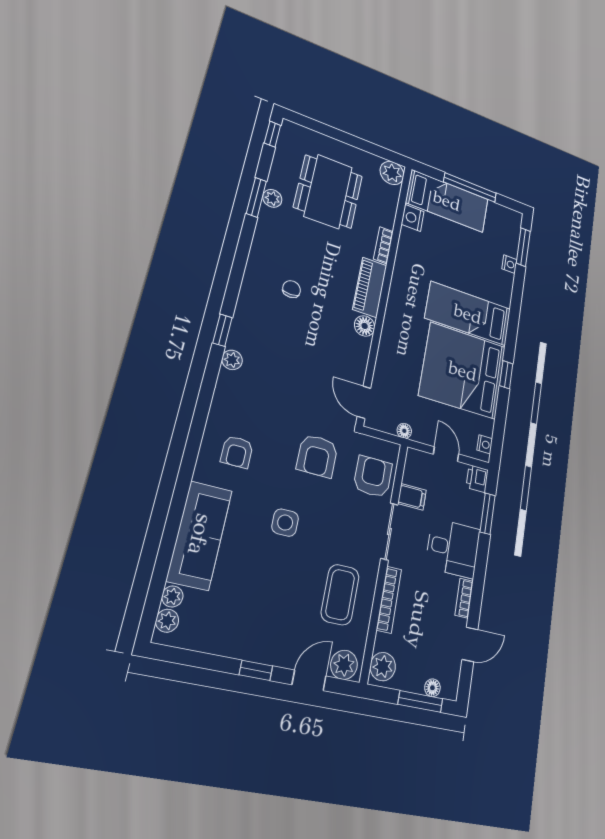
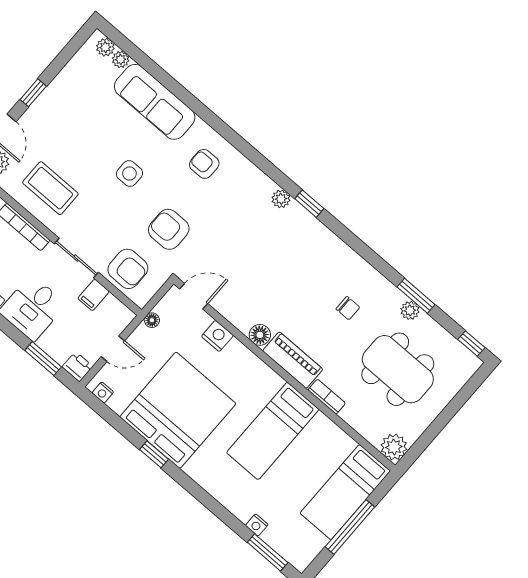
nightstand: (413, 218) -> (217, 336), moved
chair: (292, 289) -> (348, 308), moved
bed: (468, 314) -> (273, 431), moved, turned 180

